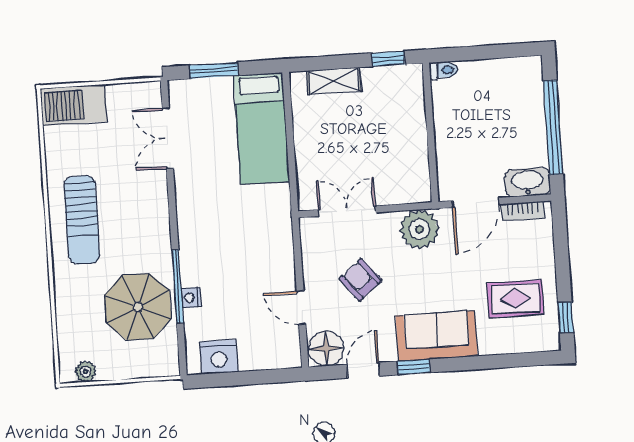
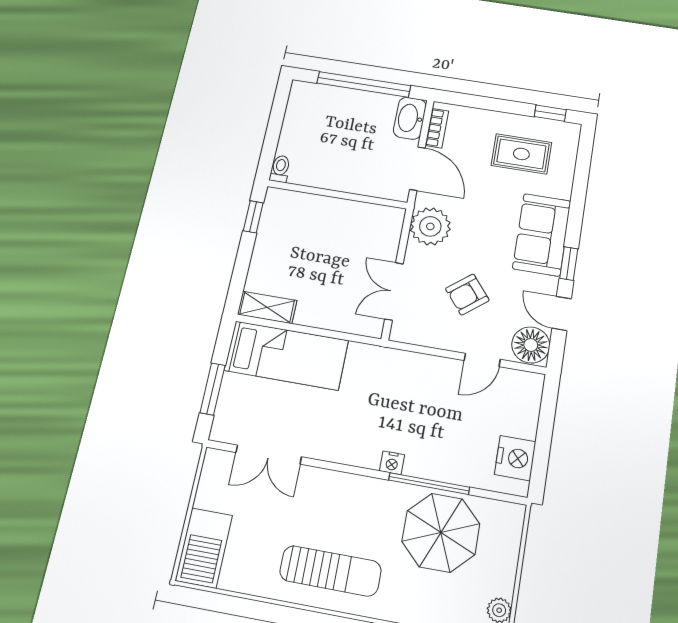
shelving: (334, 81) -> (267, 307), moved, turned 90
nightstand: (191, 298) -> (392, 463), moved
rug: (515, 299) -> (521, 154), turned 90

